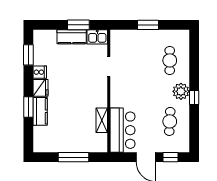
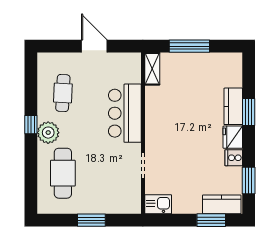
window: (78, 25) -> (211, 220), moved
kitchen counter: (72, 37) -> (222, 204), moved
cafe table: (170, 60) -> (63, 173), width x1.37, depth x1.35
shelving: (102, 120) -> (152, 69), moved
bar counter: (123, 130) -> (125, 113), moved
window: (171, 157) -> (62, 46), removed

